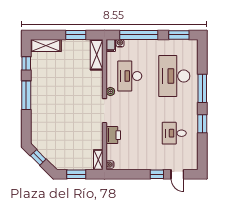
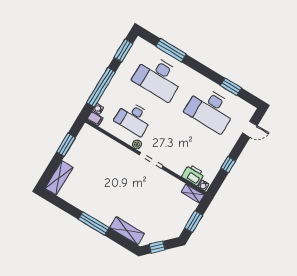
shelving: (97, 55) -> (127, 231), moved
window: (26, 63) -> (65, 206), removed
window: (202, 88) -> (171, 50), moved
window: (202, 124) -> (231, 87), moved
desk: (174, 133) -> (211, 109), width x1.87, depth x1.30
printer: (113, 135) -> (193, 175), moved
window: (157, 174) -> (228, 165), moved

